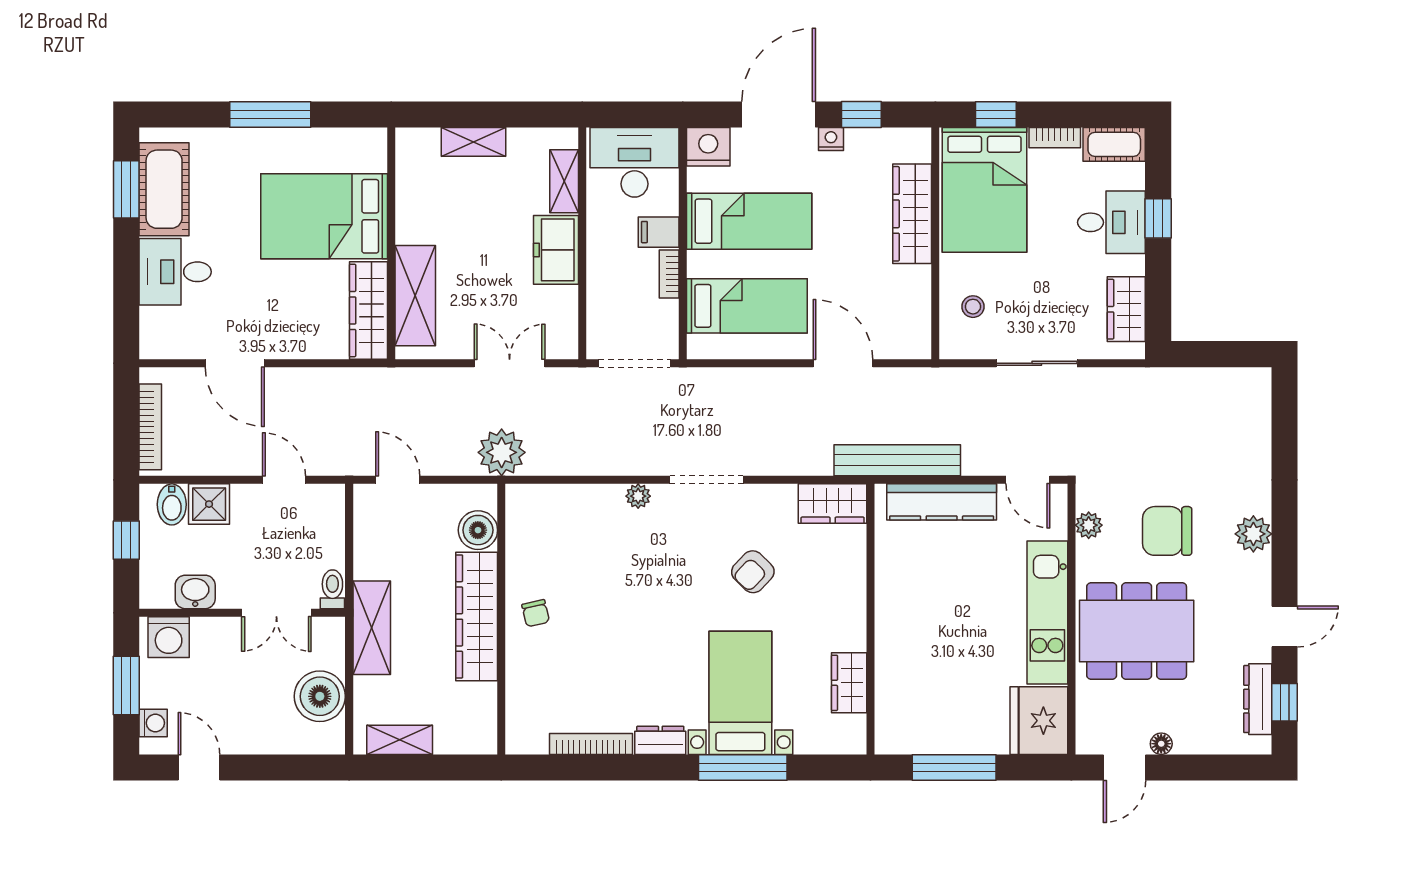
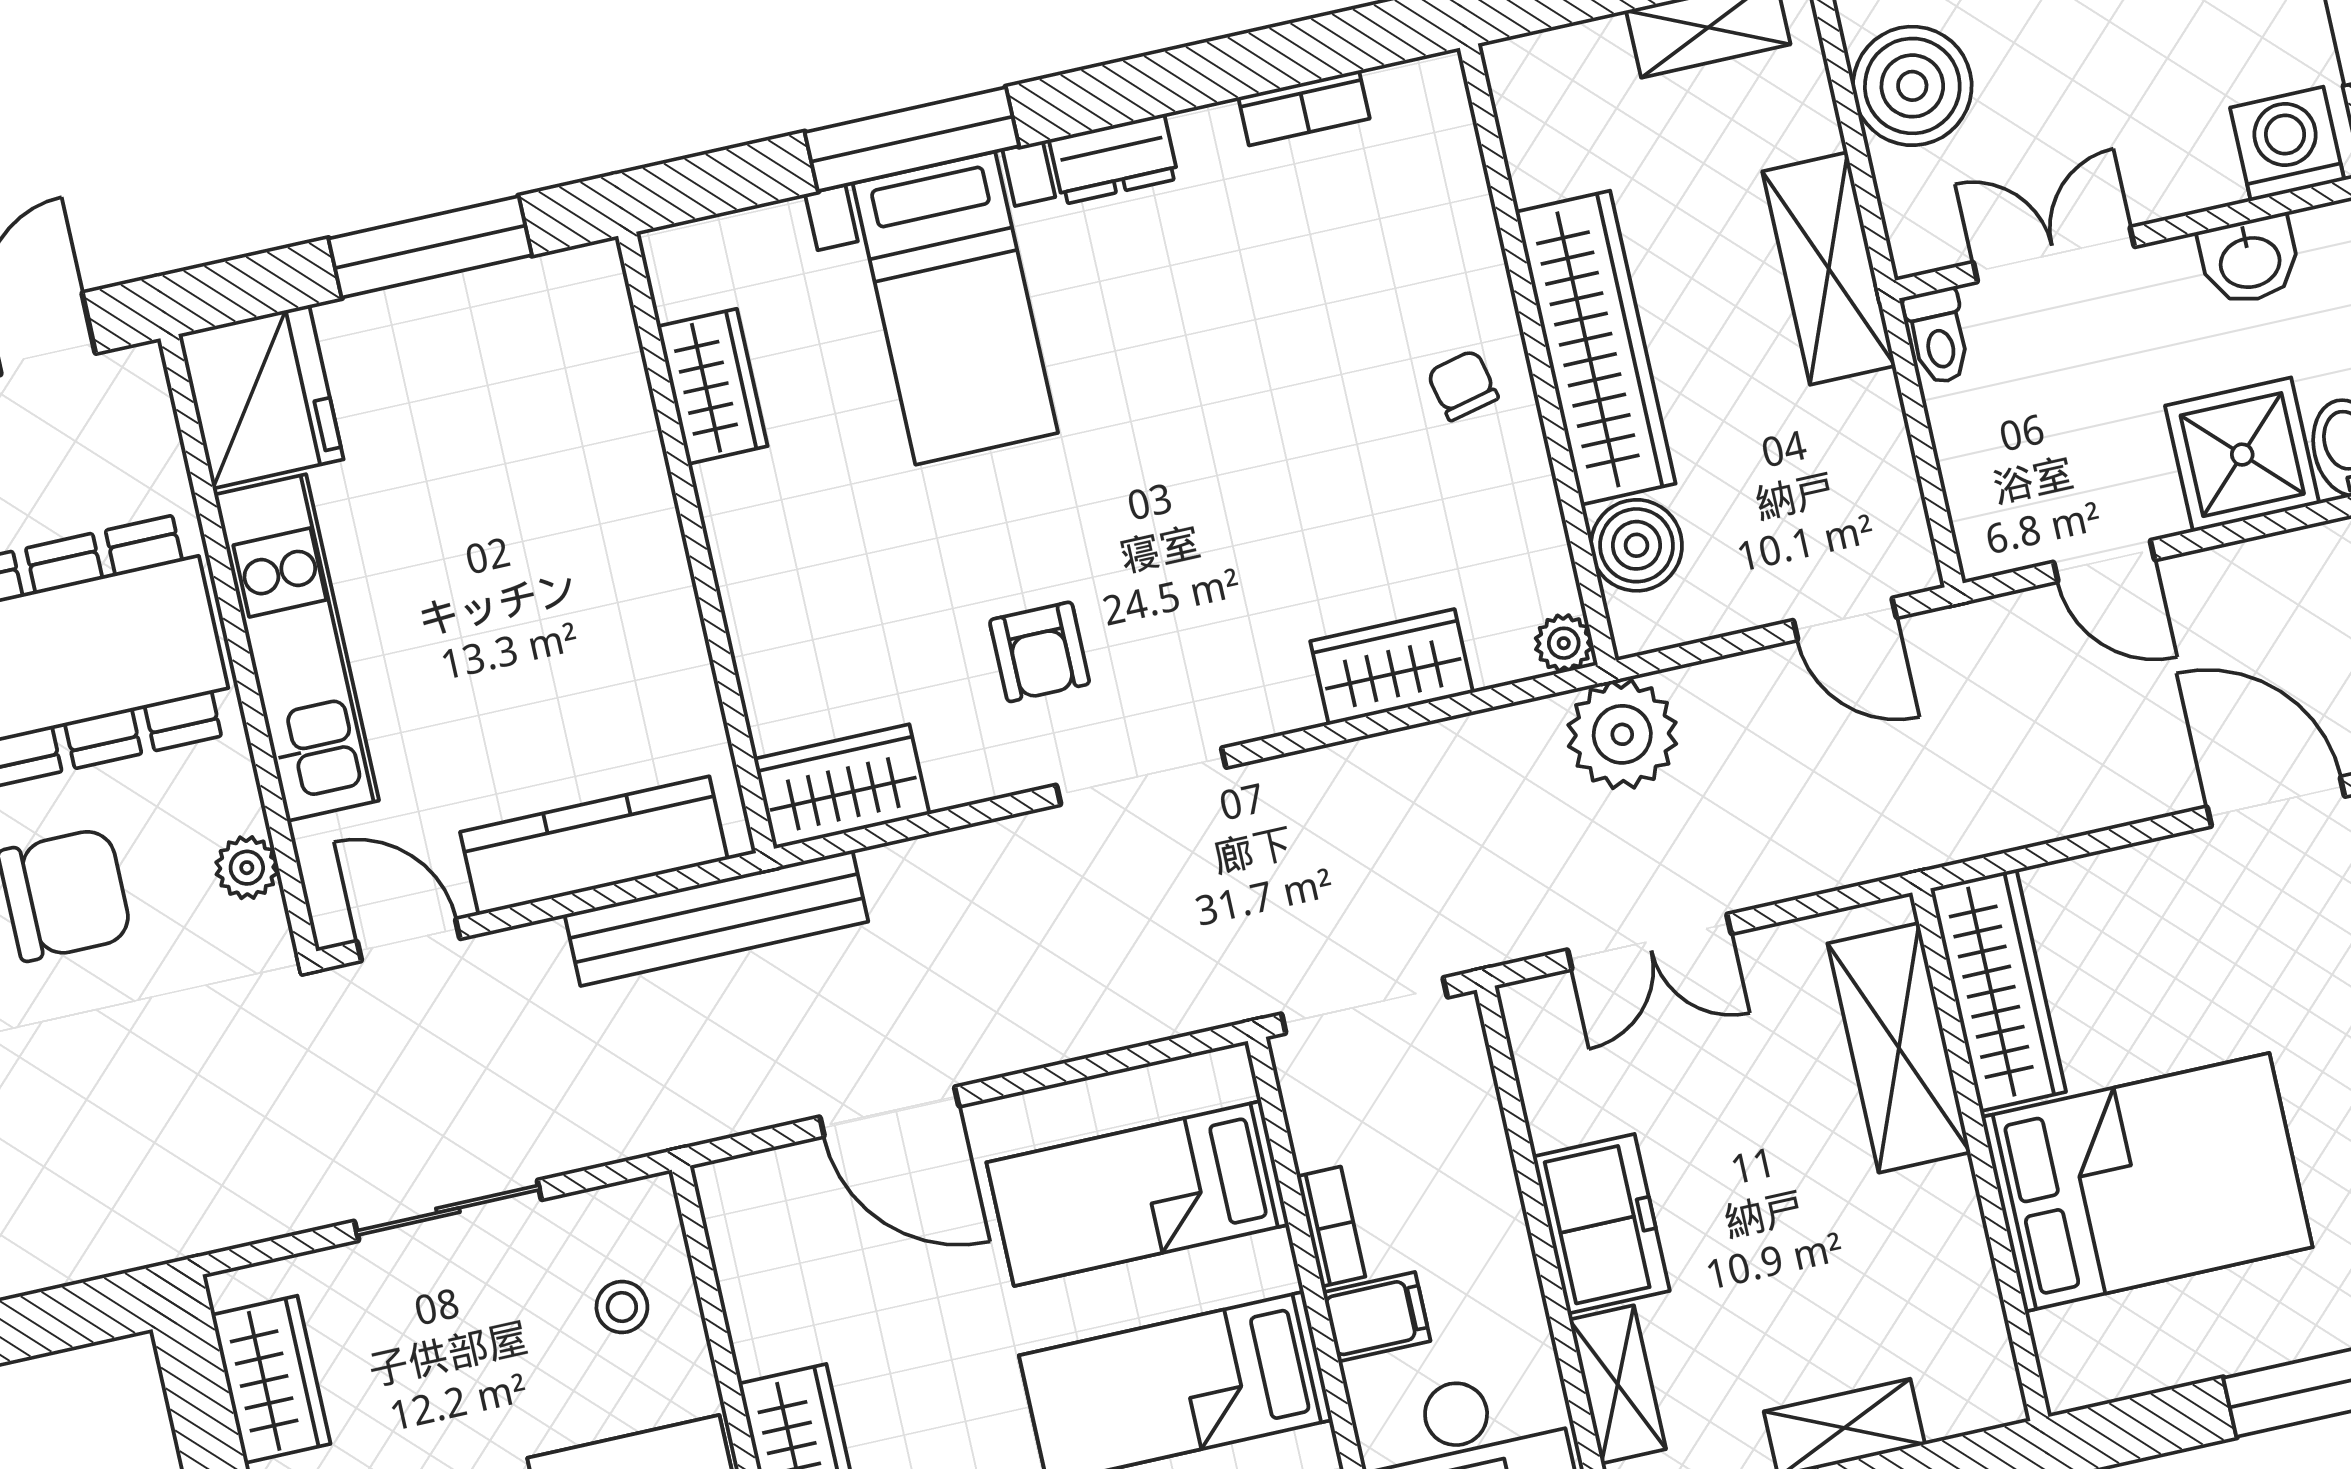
plant: (638, 496) -> (1564, 643), moved
wardrobe: (592, 502) -> (1392, 667), added
shower: (209, 504) -> (2242, 455), width x1.36, depth x1.36
armchair: (753, 572) -> (1040, 652), moved, turned 136
bookcase: (591, 744) -> (1304, 108), width x0.64

